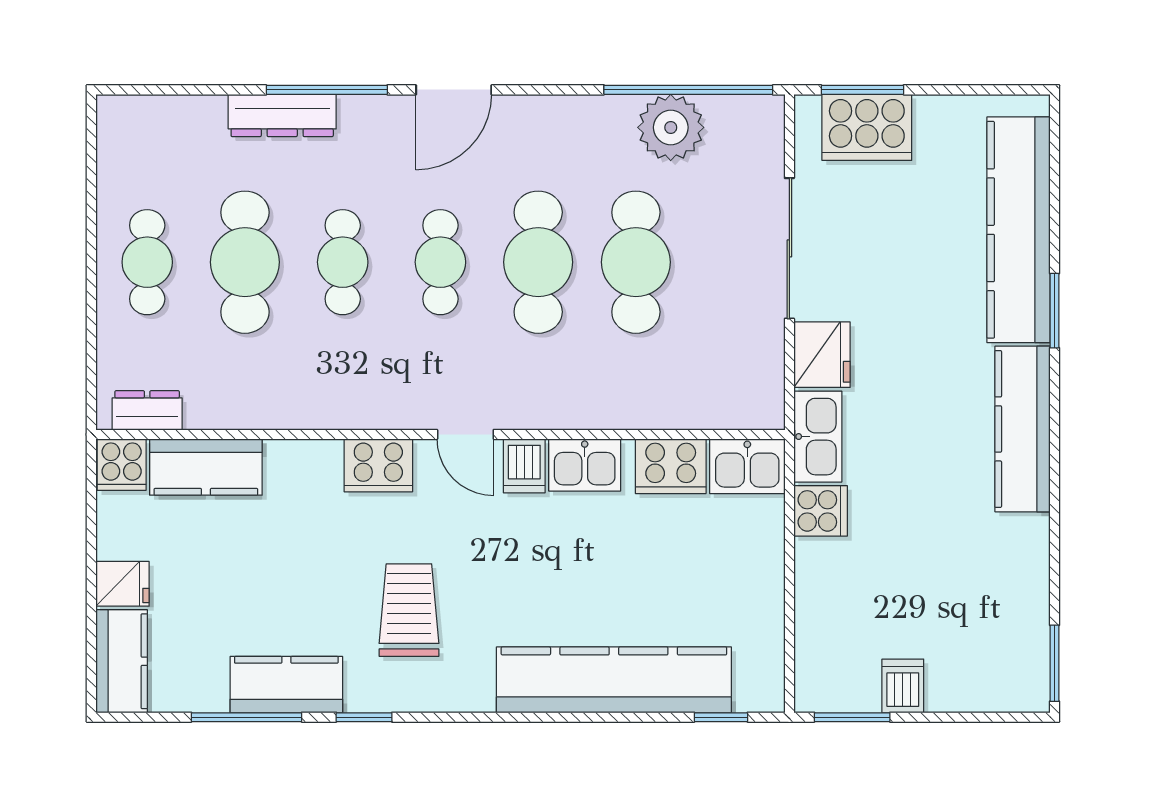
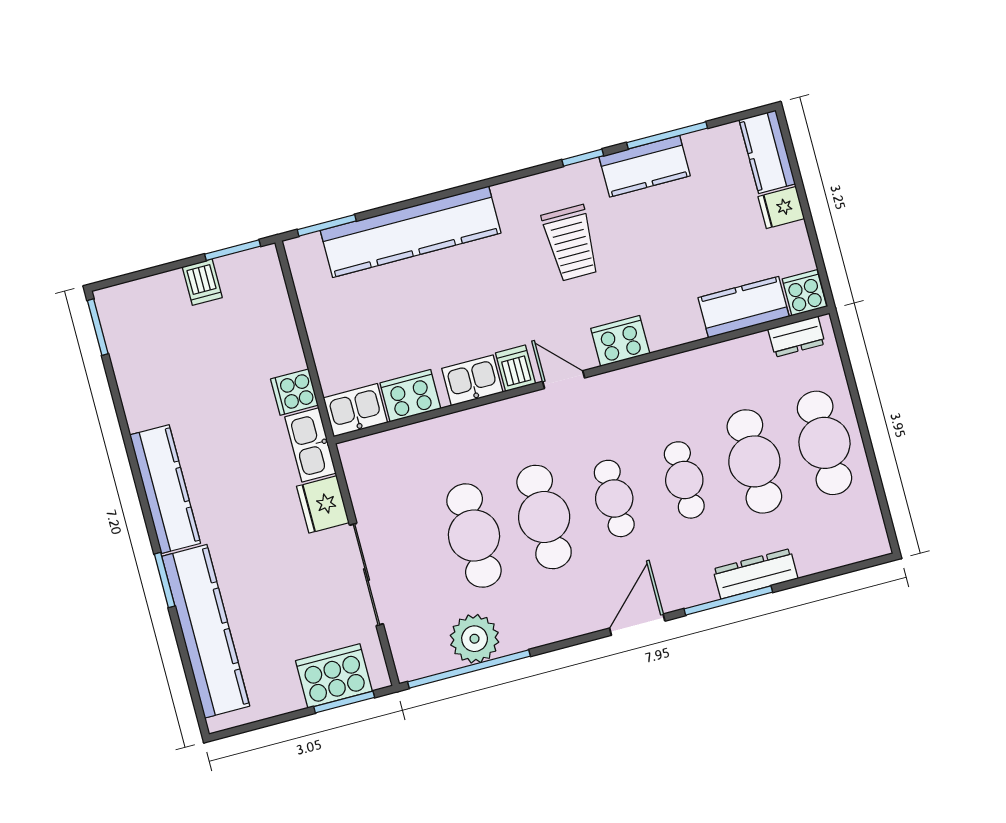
cafe table: (147, 262) -> (824, 443), width x1.37, depth x1.35
window: (721, 717) -> (327, 225), width x1.50

